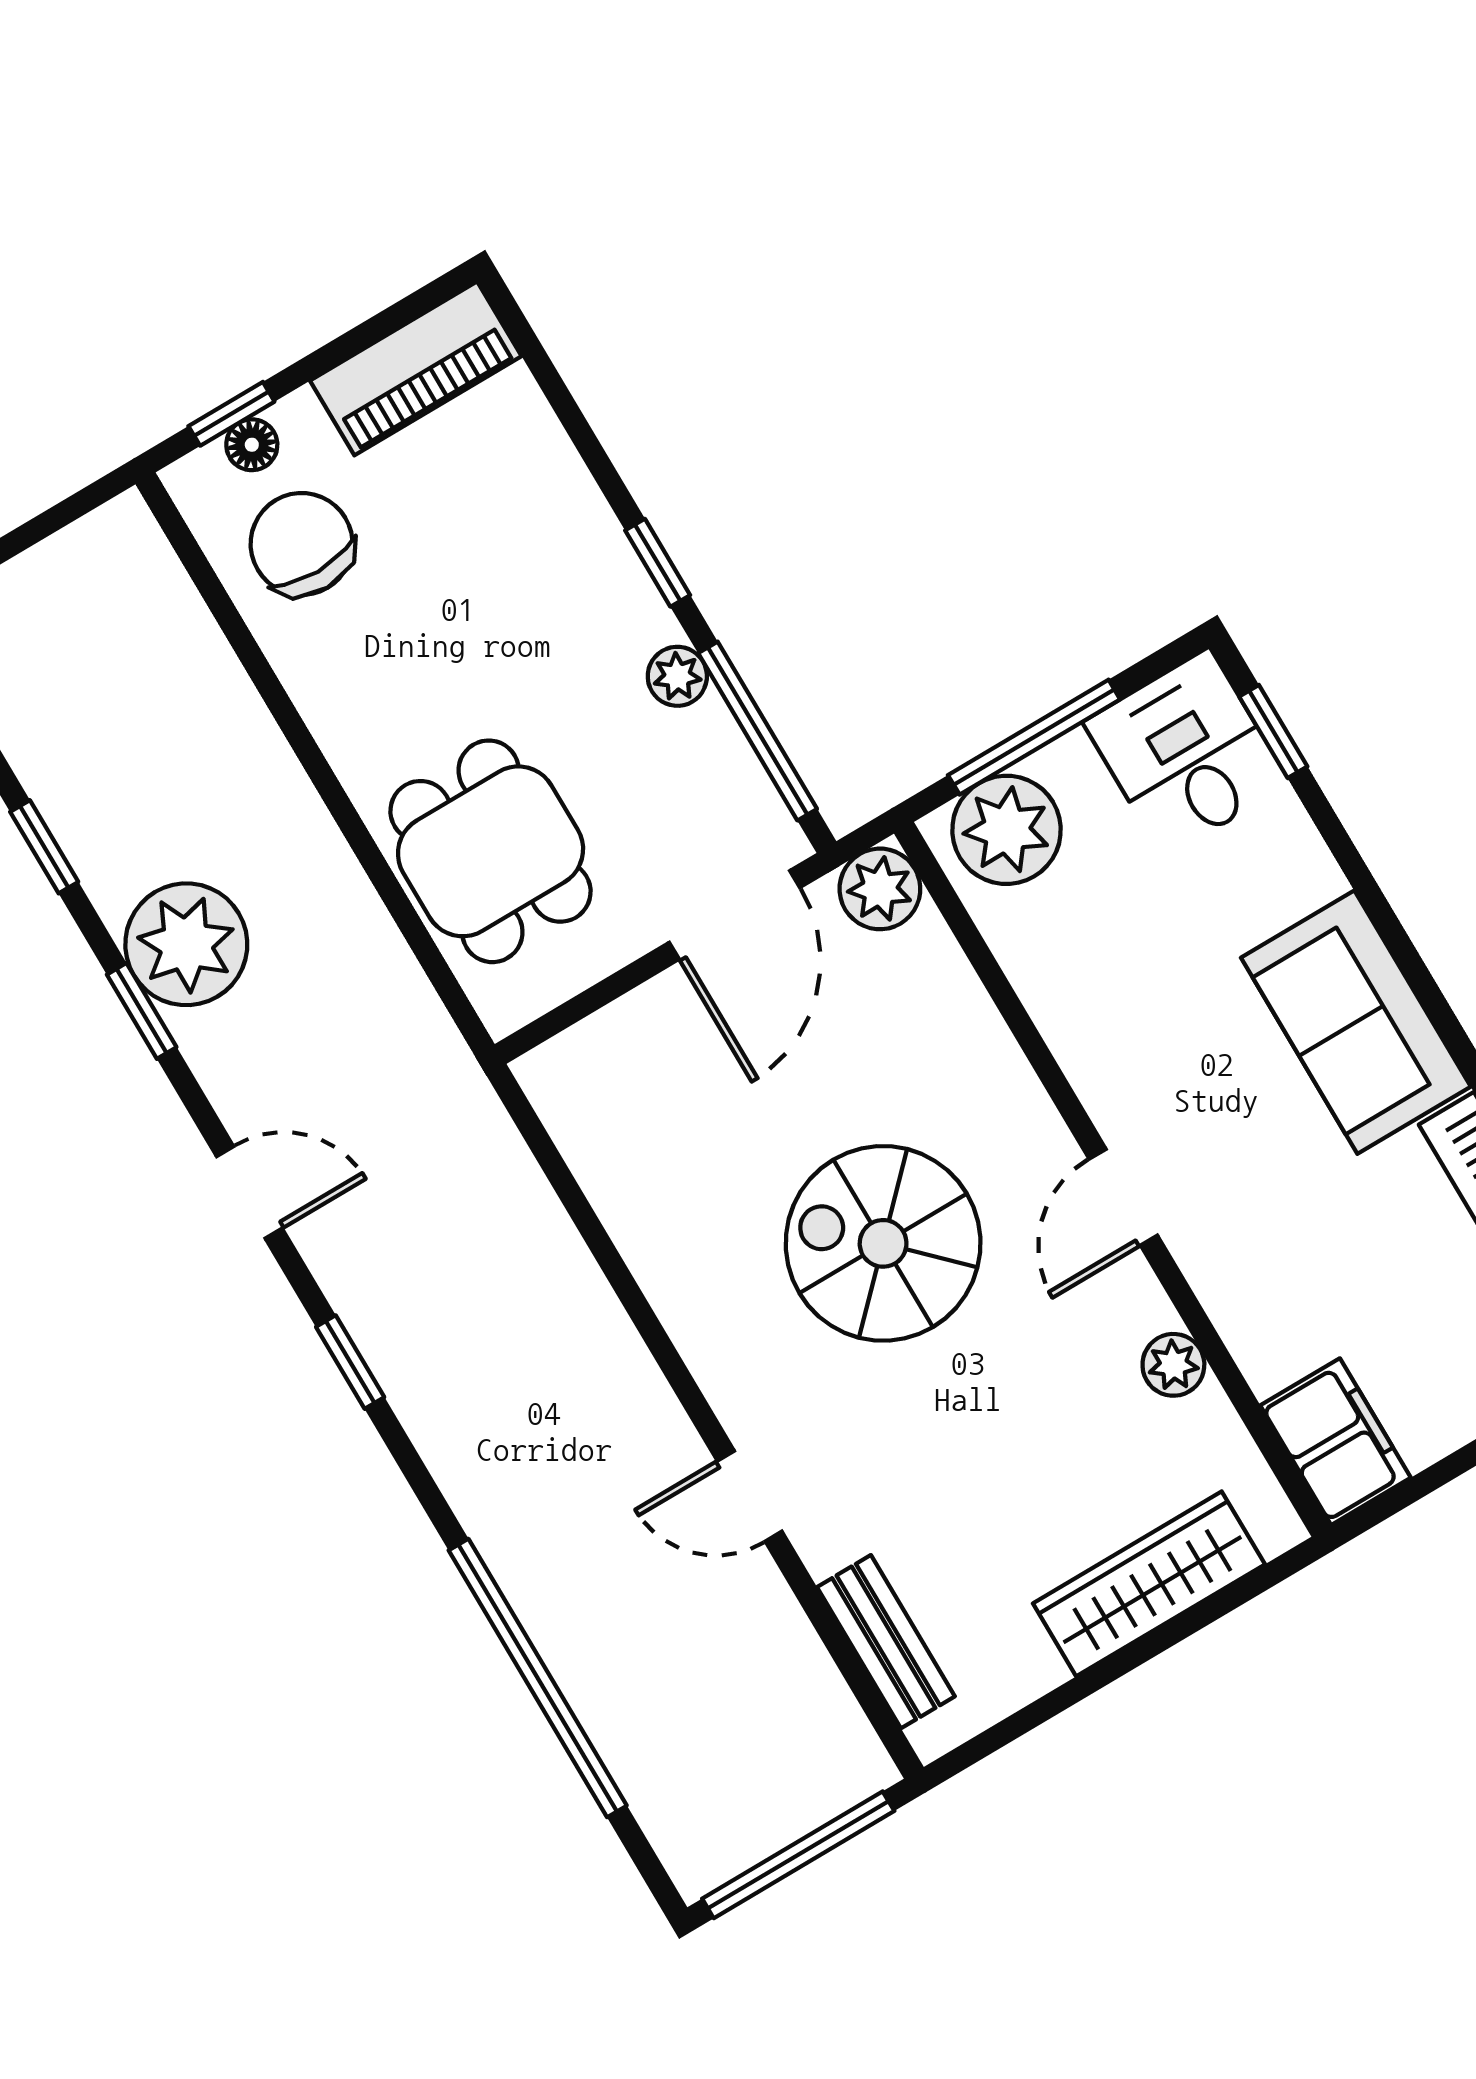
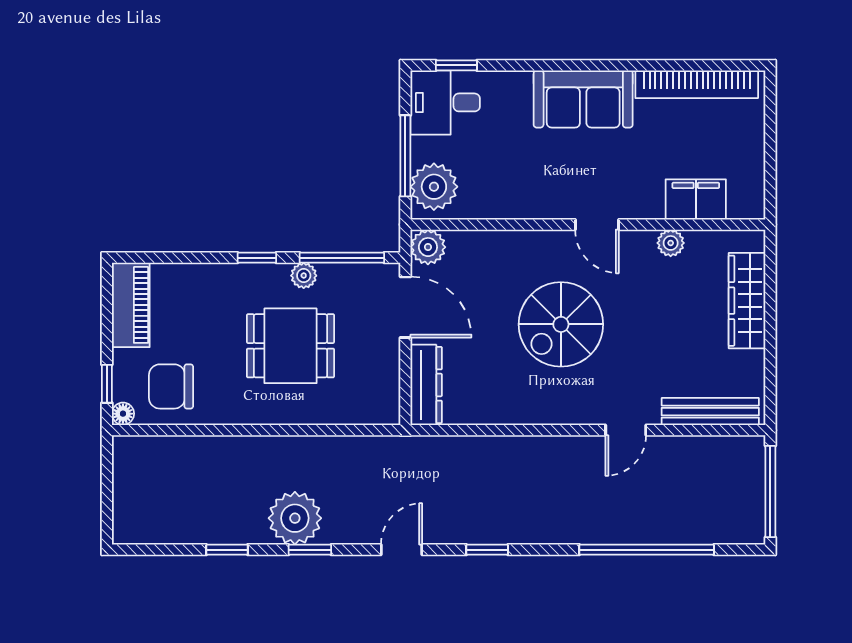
floor lamp: (252, 445) -> (123, 414), moved
dining table: (491, 851) -> (290, 346), moved
dresser: (605, 1048) -> (426, 385), added
filing cabinet: (1336, 1442) -> (696, 199), moved
bench: (886, 1642) -> (710, 412), width x1.36

